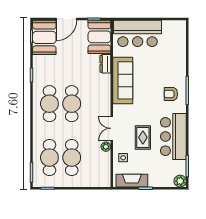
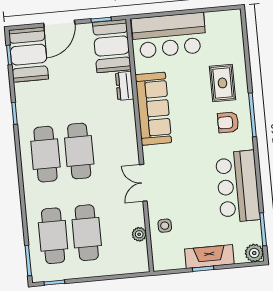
rug: (143, 137) -> (222, 83), moved
plant: (106, 147) -> (139, 234), moved
fireplace: (132, 181) -> (209, 257), moved

